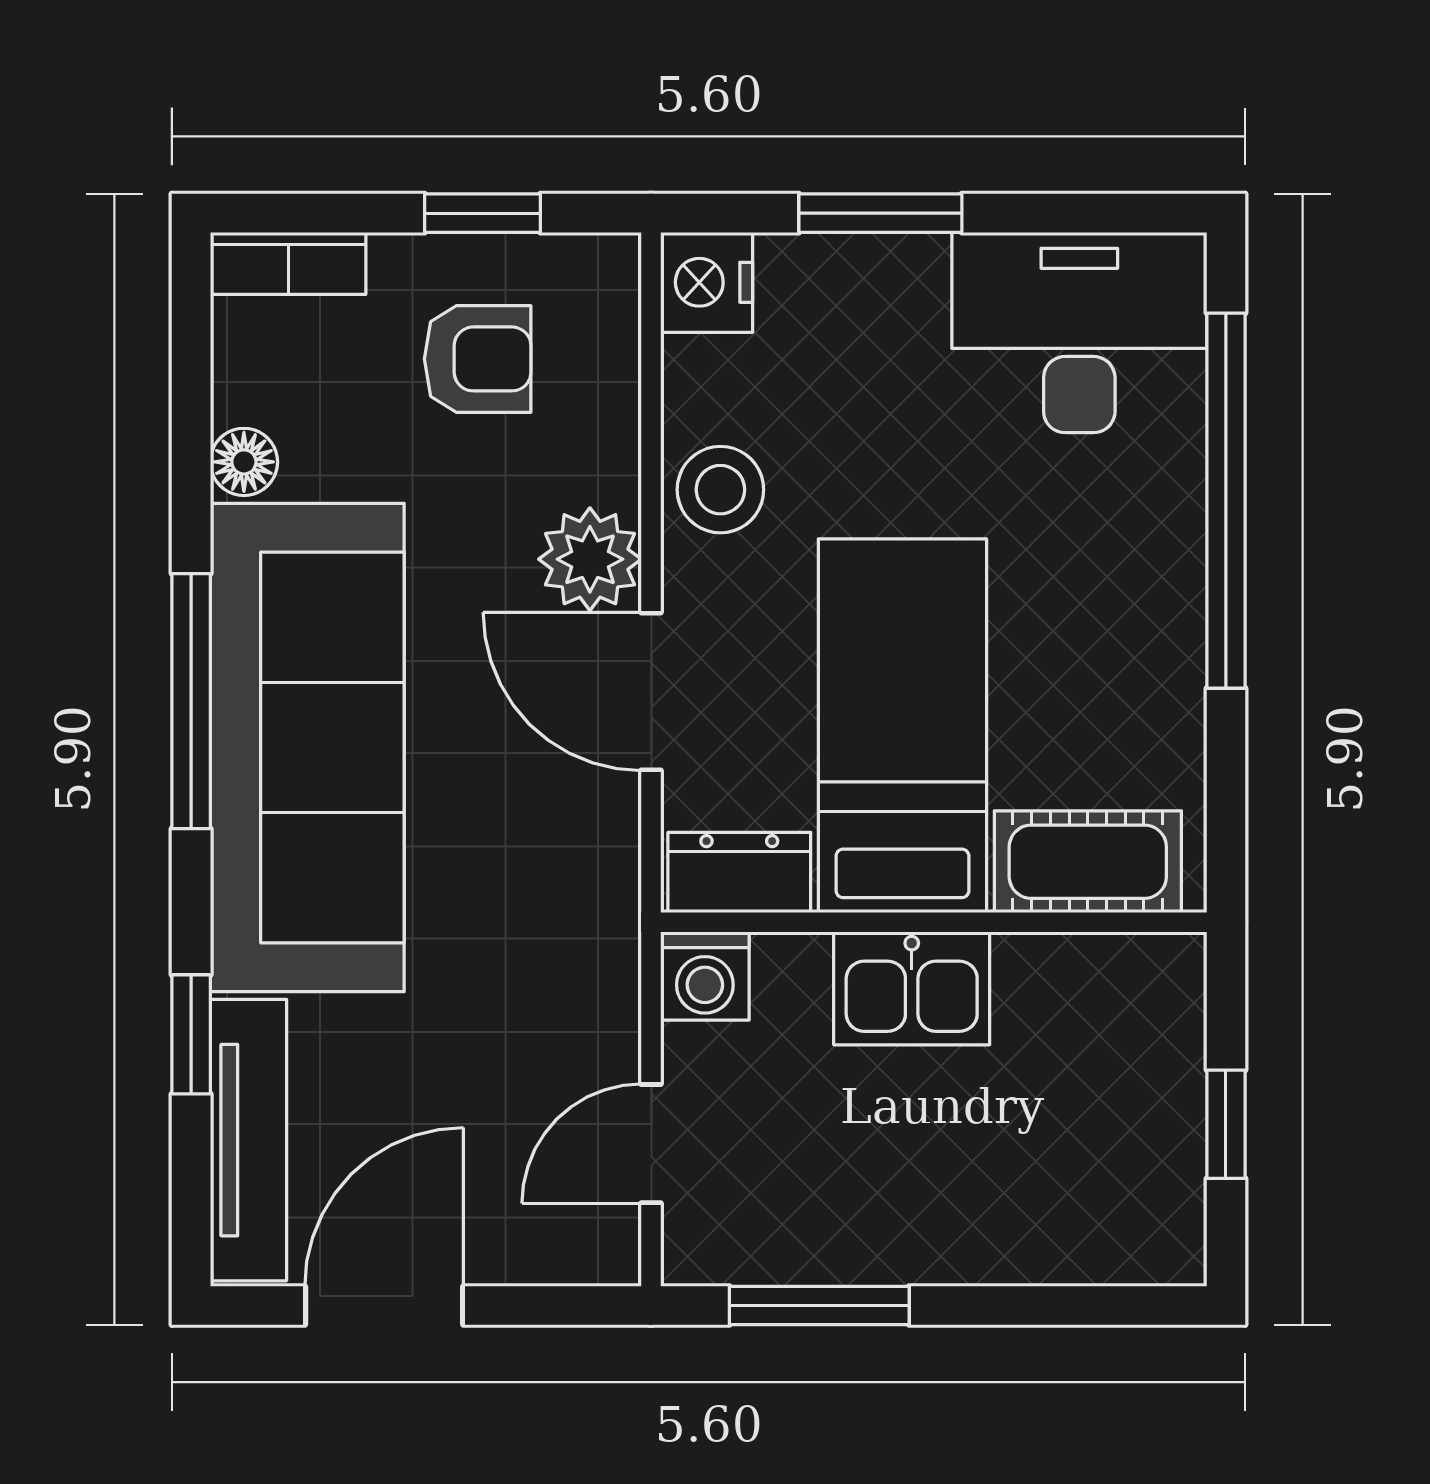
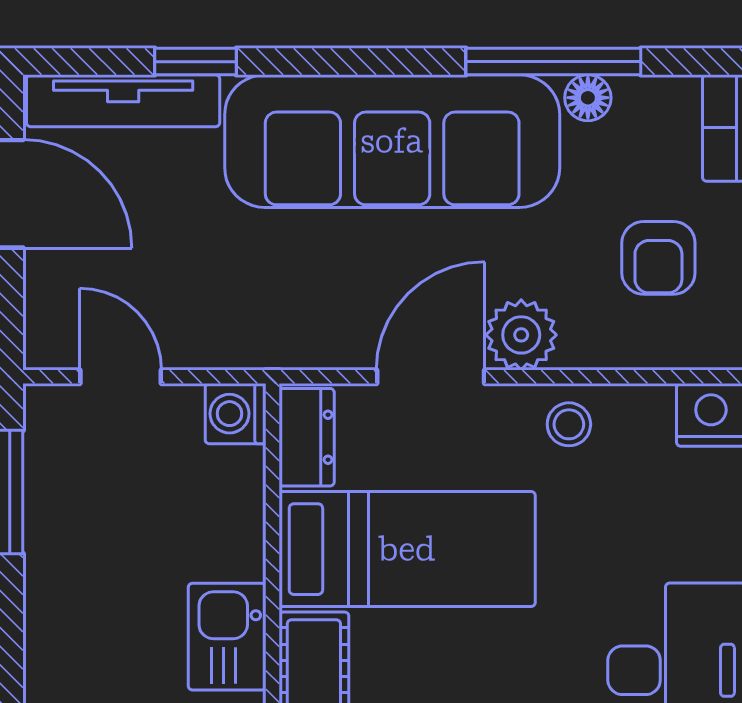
stool: (720, 490) -> (569, 424), width x0.73, depth x0.73
window: (191, 701) -> (553, 62), moved
kitchen sink: (912, 988) -> (227, 637), moved

